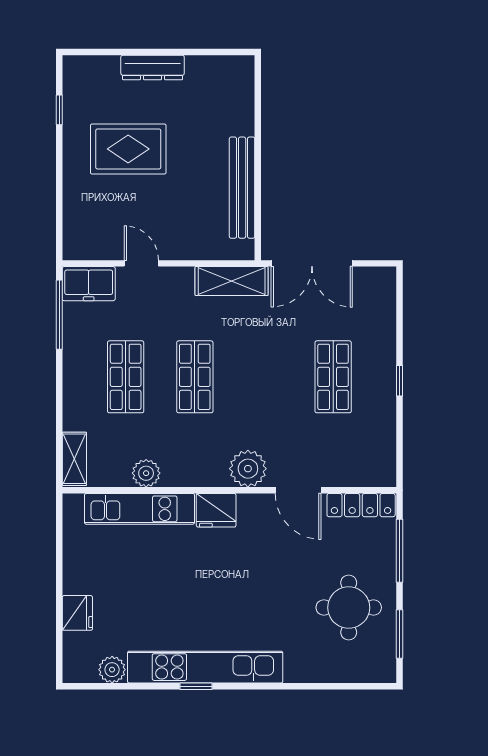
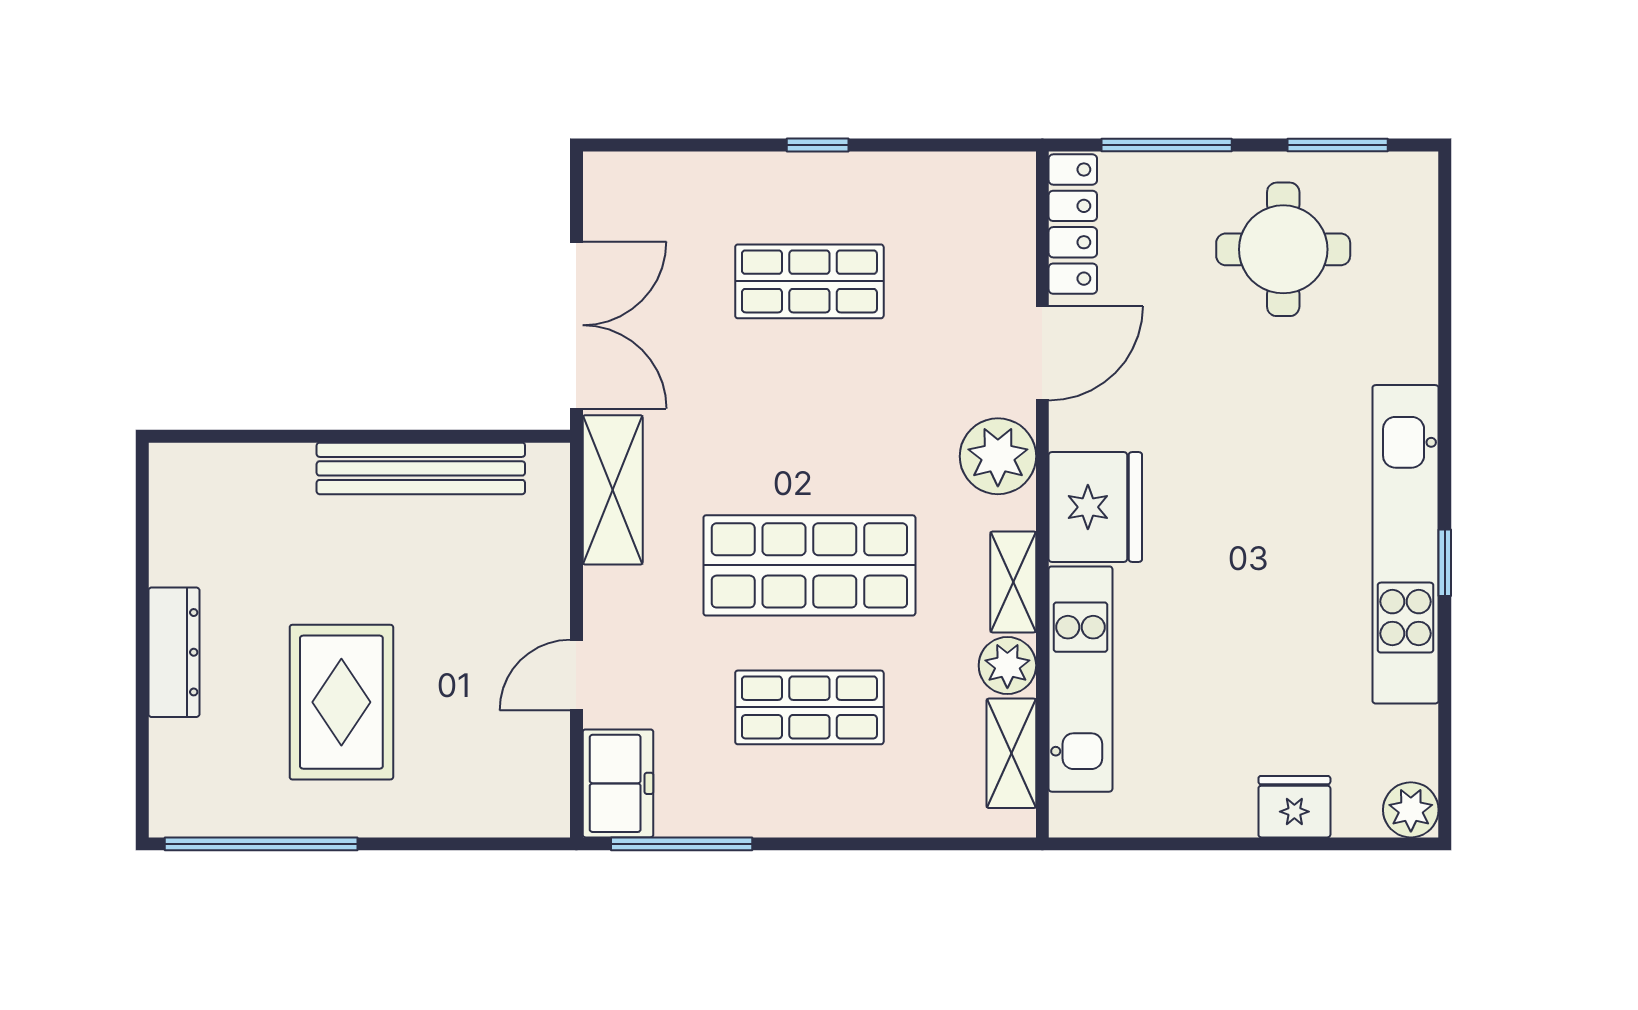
window: (59, 110) -> (261, 844), width x3.17
shop shelf: (195, 377) -> (809, 565), width x1.43, depth x1.36
shelving: (74, 459) -> (1011, 753), moved, turned 90
shelving: (187, 476) -> (1013, 582), added
fridge: (216, 510) -> (1095, 507), width x1.36, depth x1.34
plant: (112, 670) -> (1411, 810), moved

